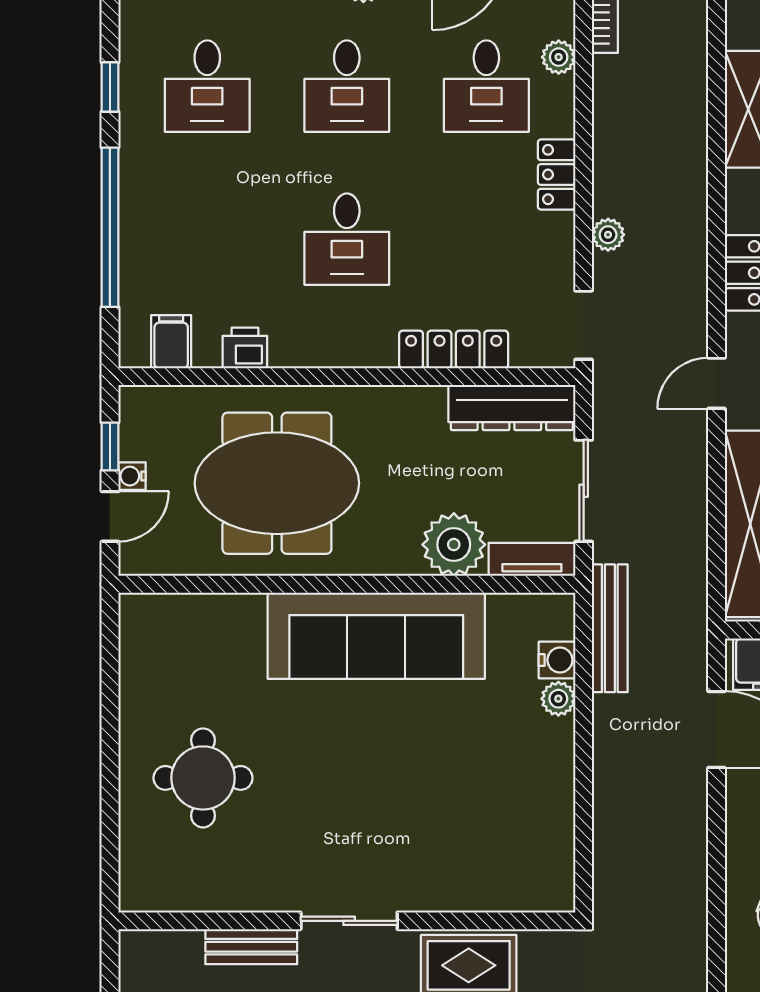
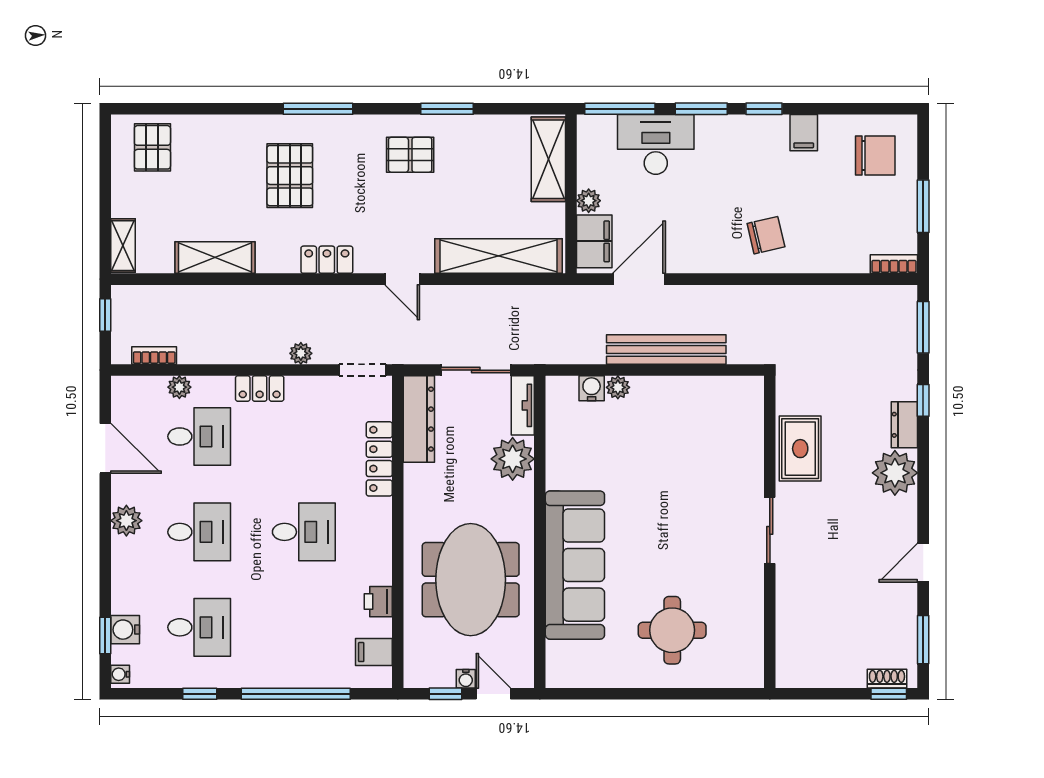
bench: (610, 628) -> (666, 350), moved, width x1.37, depth x1.21
sofa: (376, 636) -> (575, 565), moved
bench: (251, 947) -> (787, 597), removed

